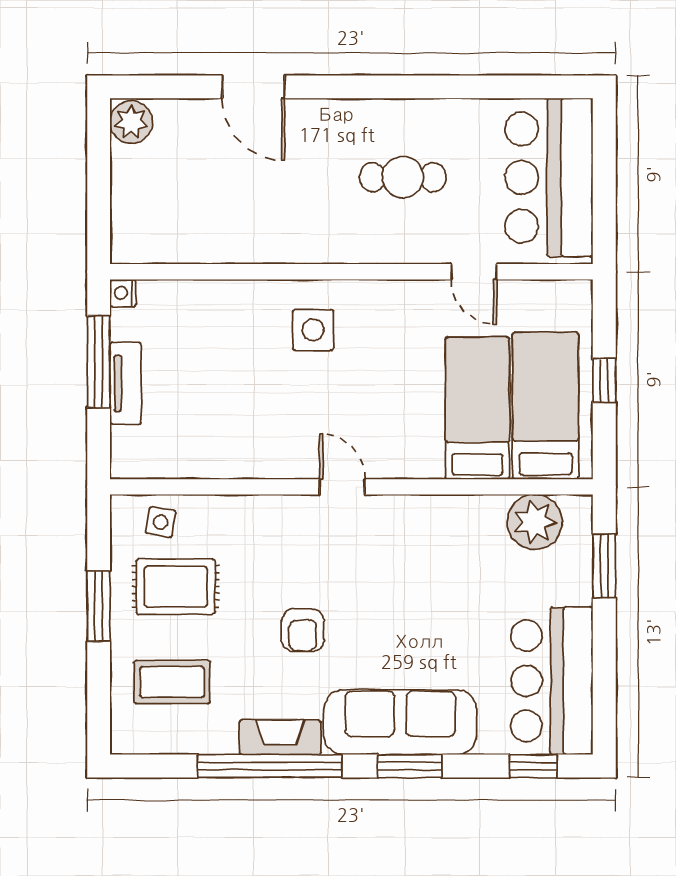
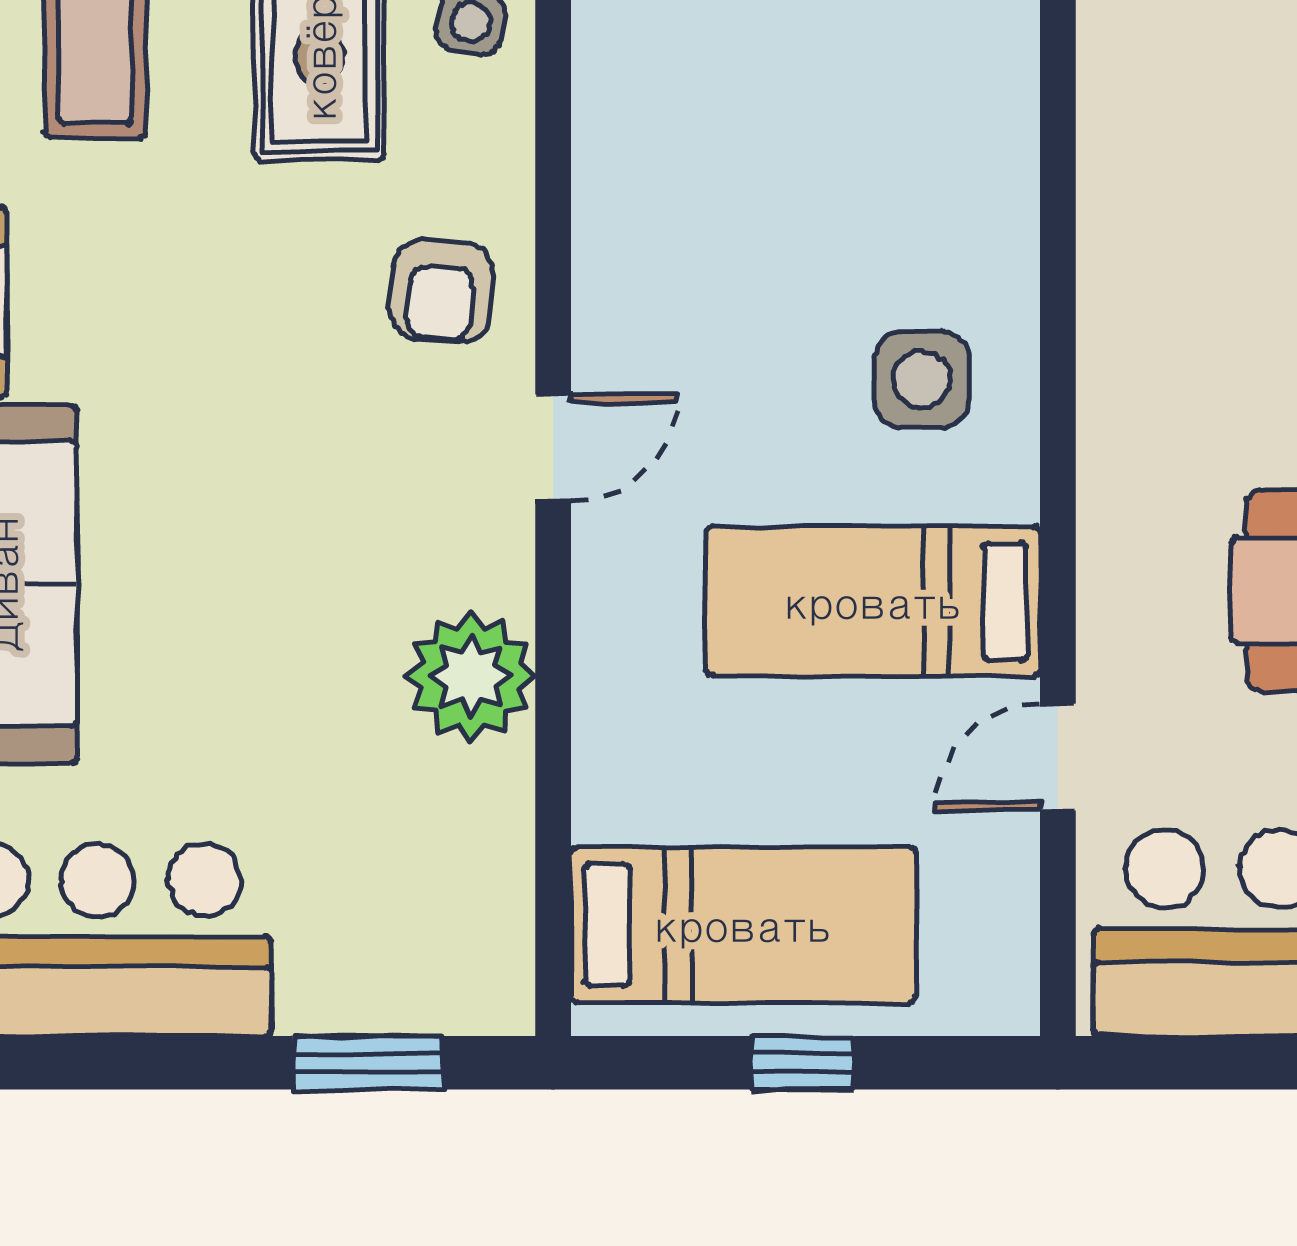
bed: (477, 408) -> (873, 602), moved, turned 180
plant: (535, 522) -> (471, 676), moved
armchair: (303, 630) -> (441, 291), moved, turned -86

